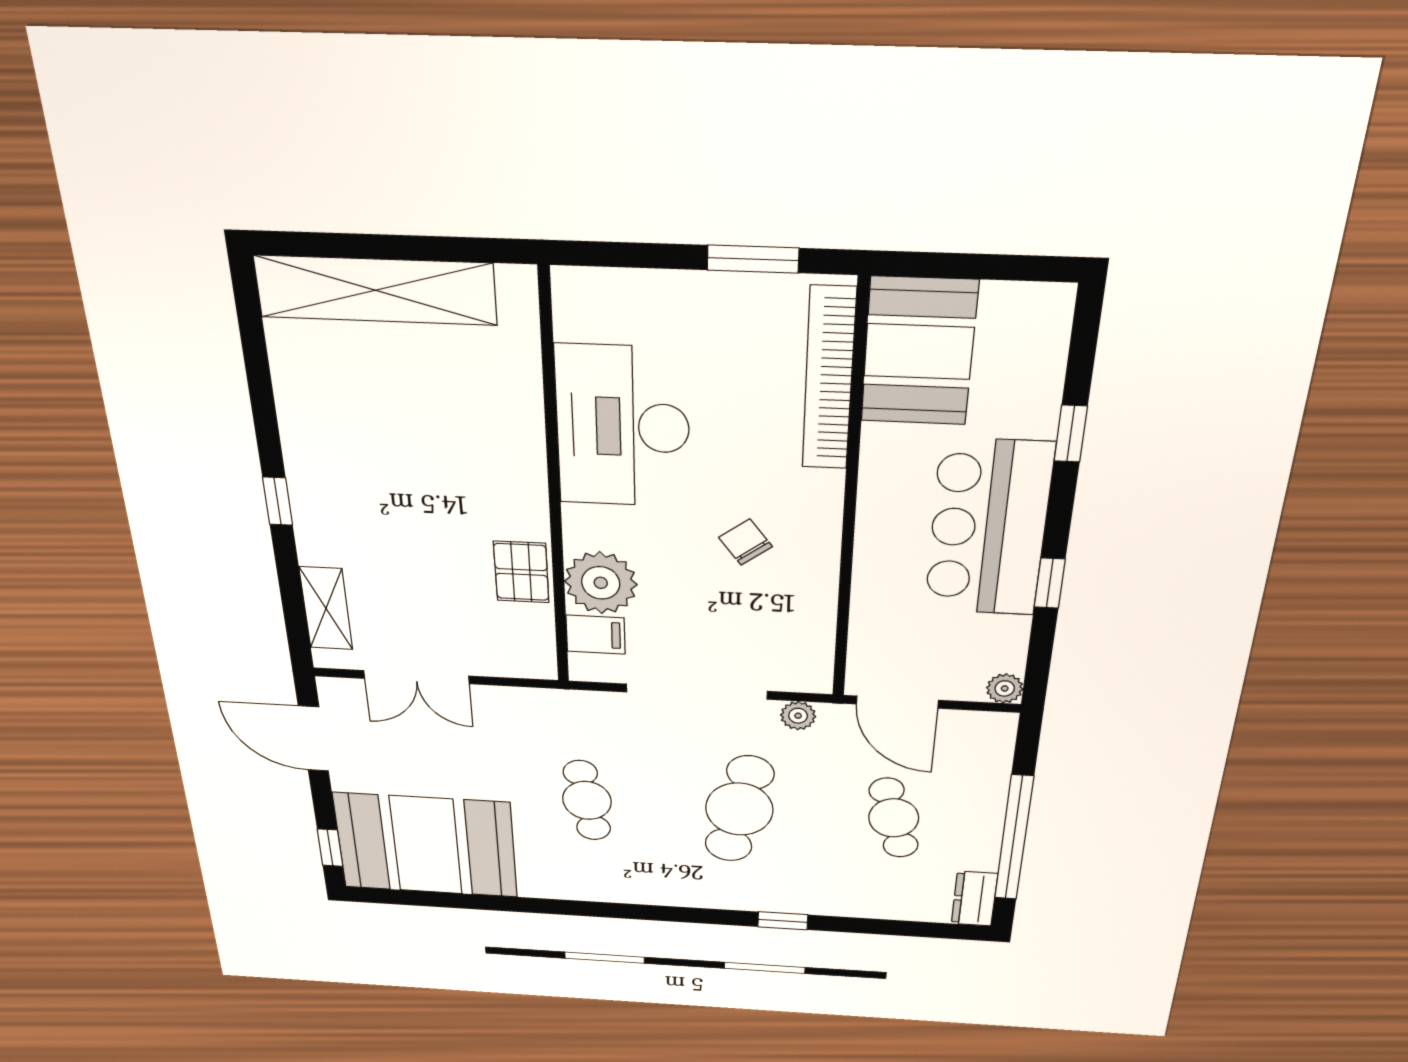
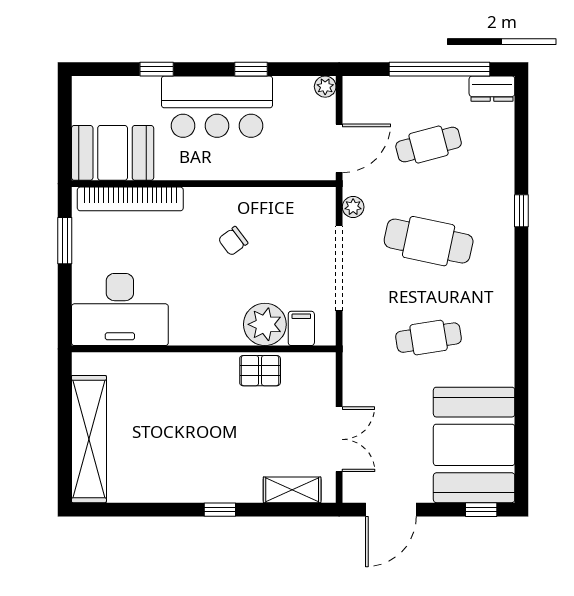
desk: (623, 427) -> (120, 309), moved

